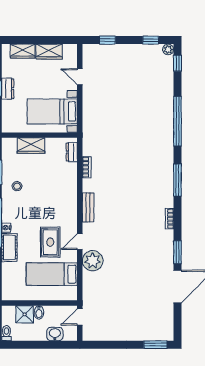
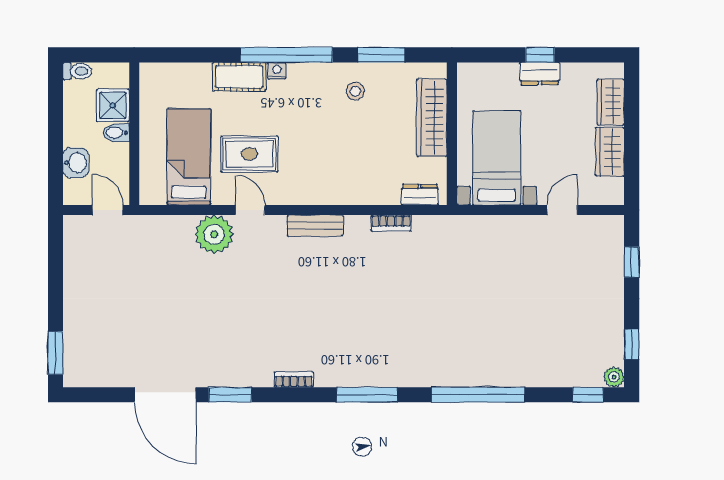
wardrobe: (31, 146) -> (432, 118), width x1.50

